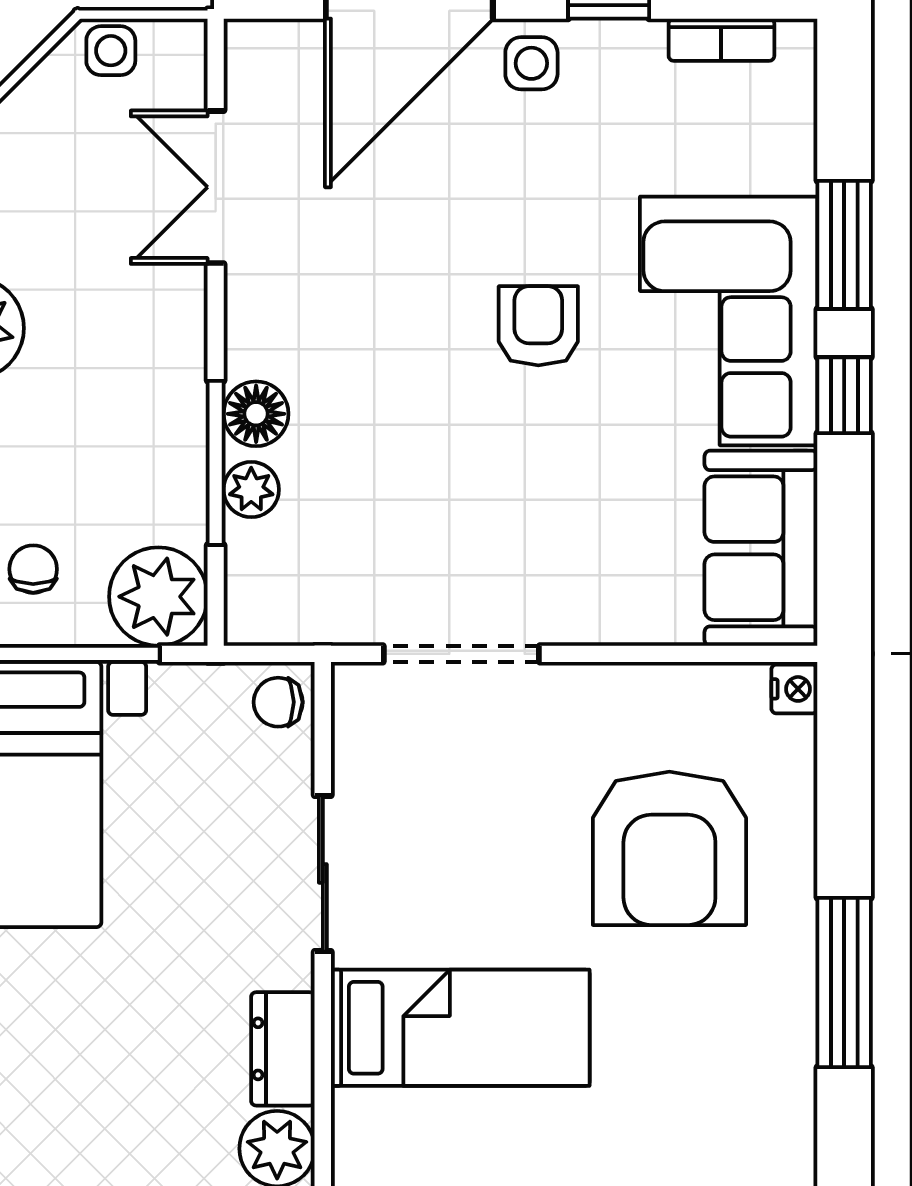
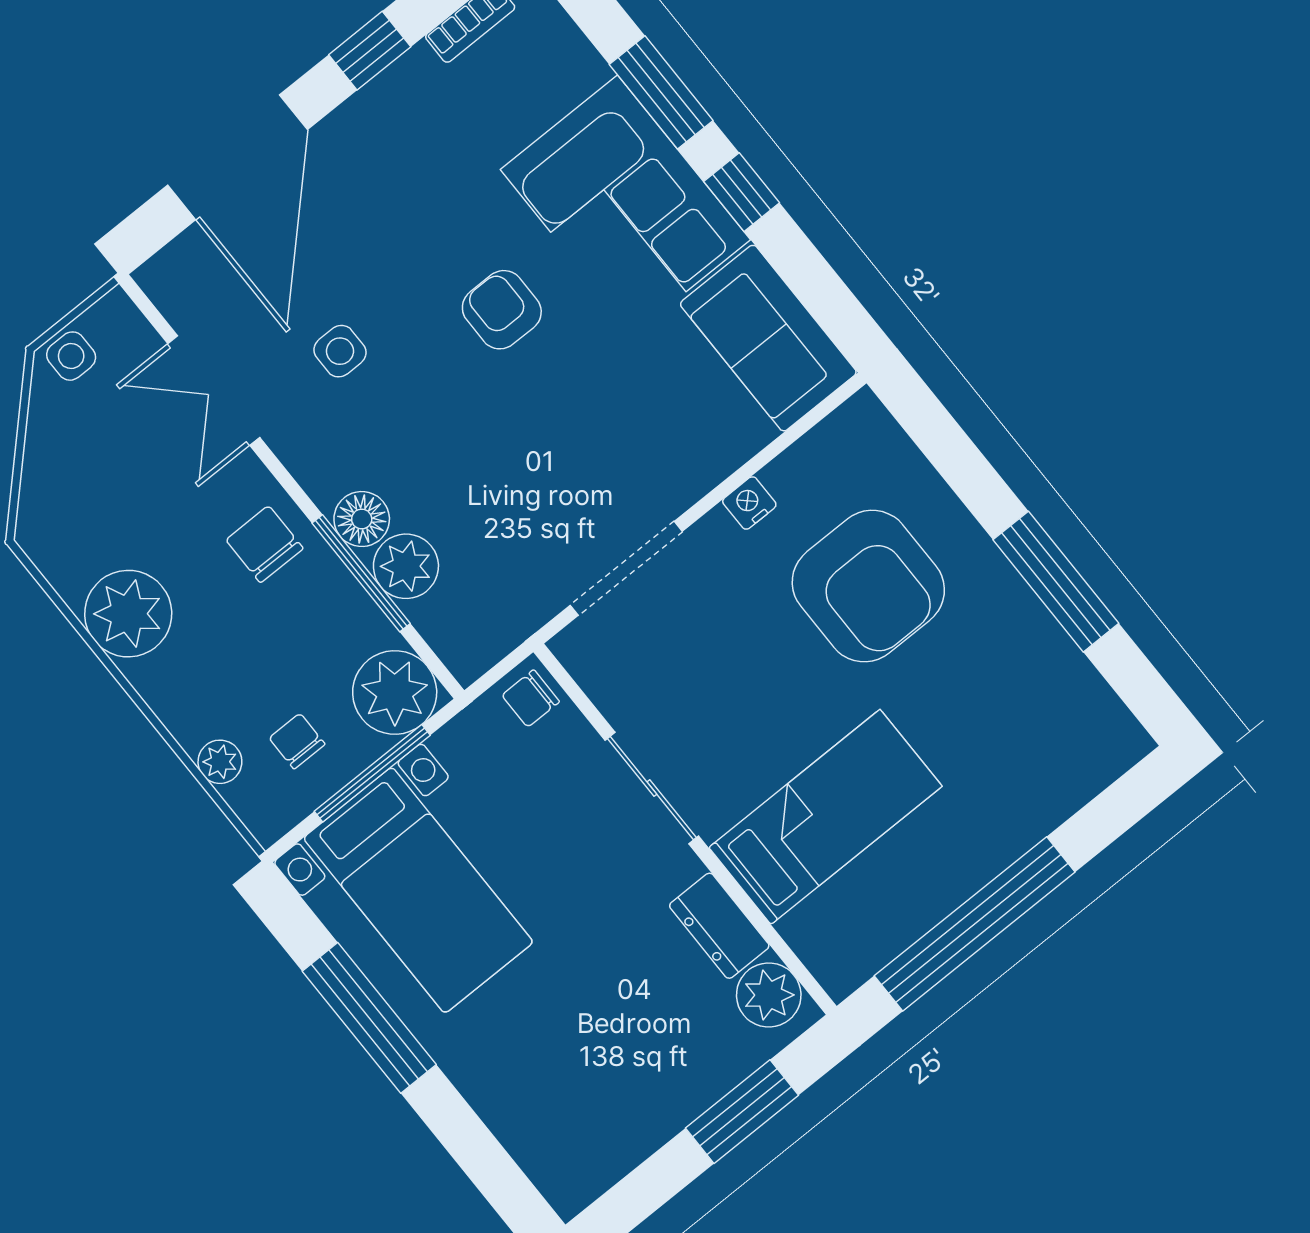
side table: (531, 63) -> (340, 351), moved
chair: (149, 365) -> (265, 544), added
plant: (251, 490) -> (406, 566), width x1.38, depth x1.38
nightstand: (794, 689) -> (749, 503), moved, turned -90

